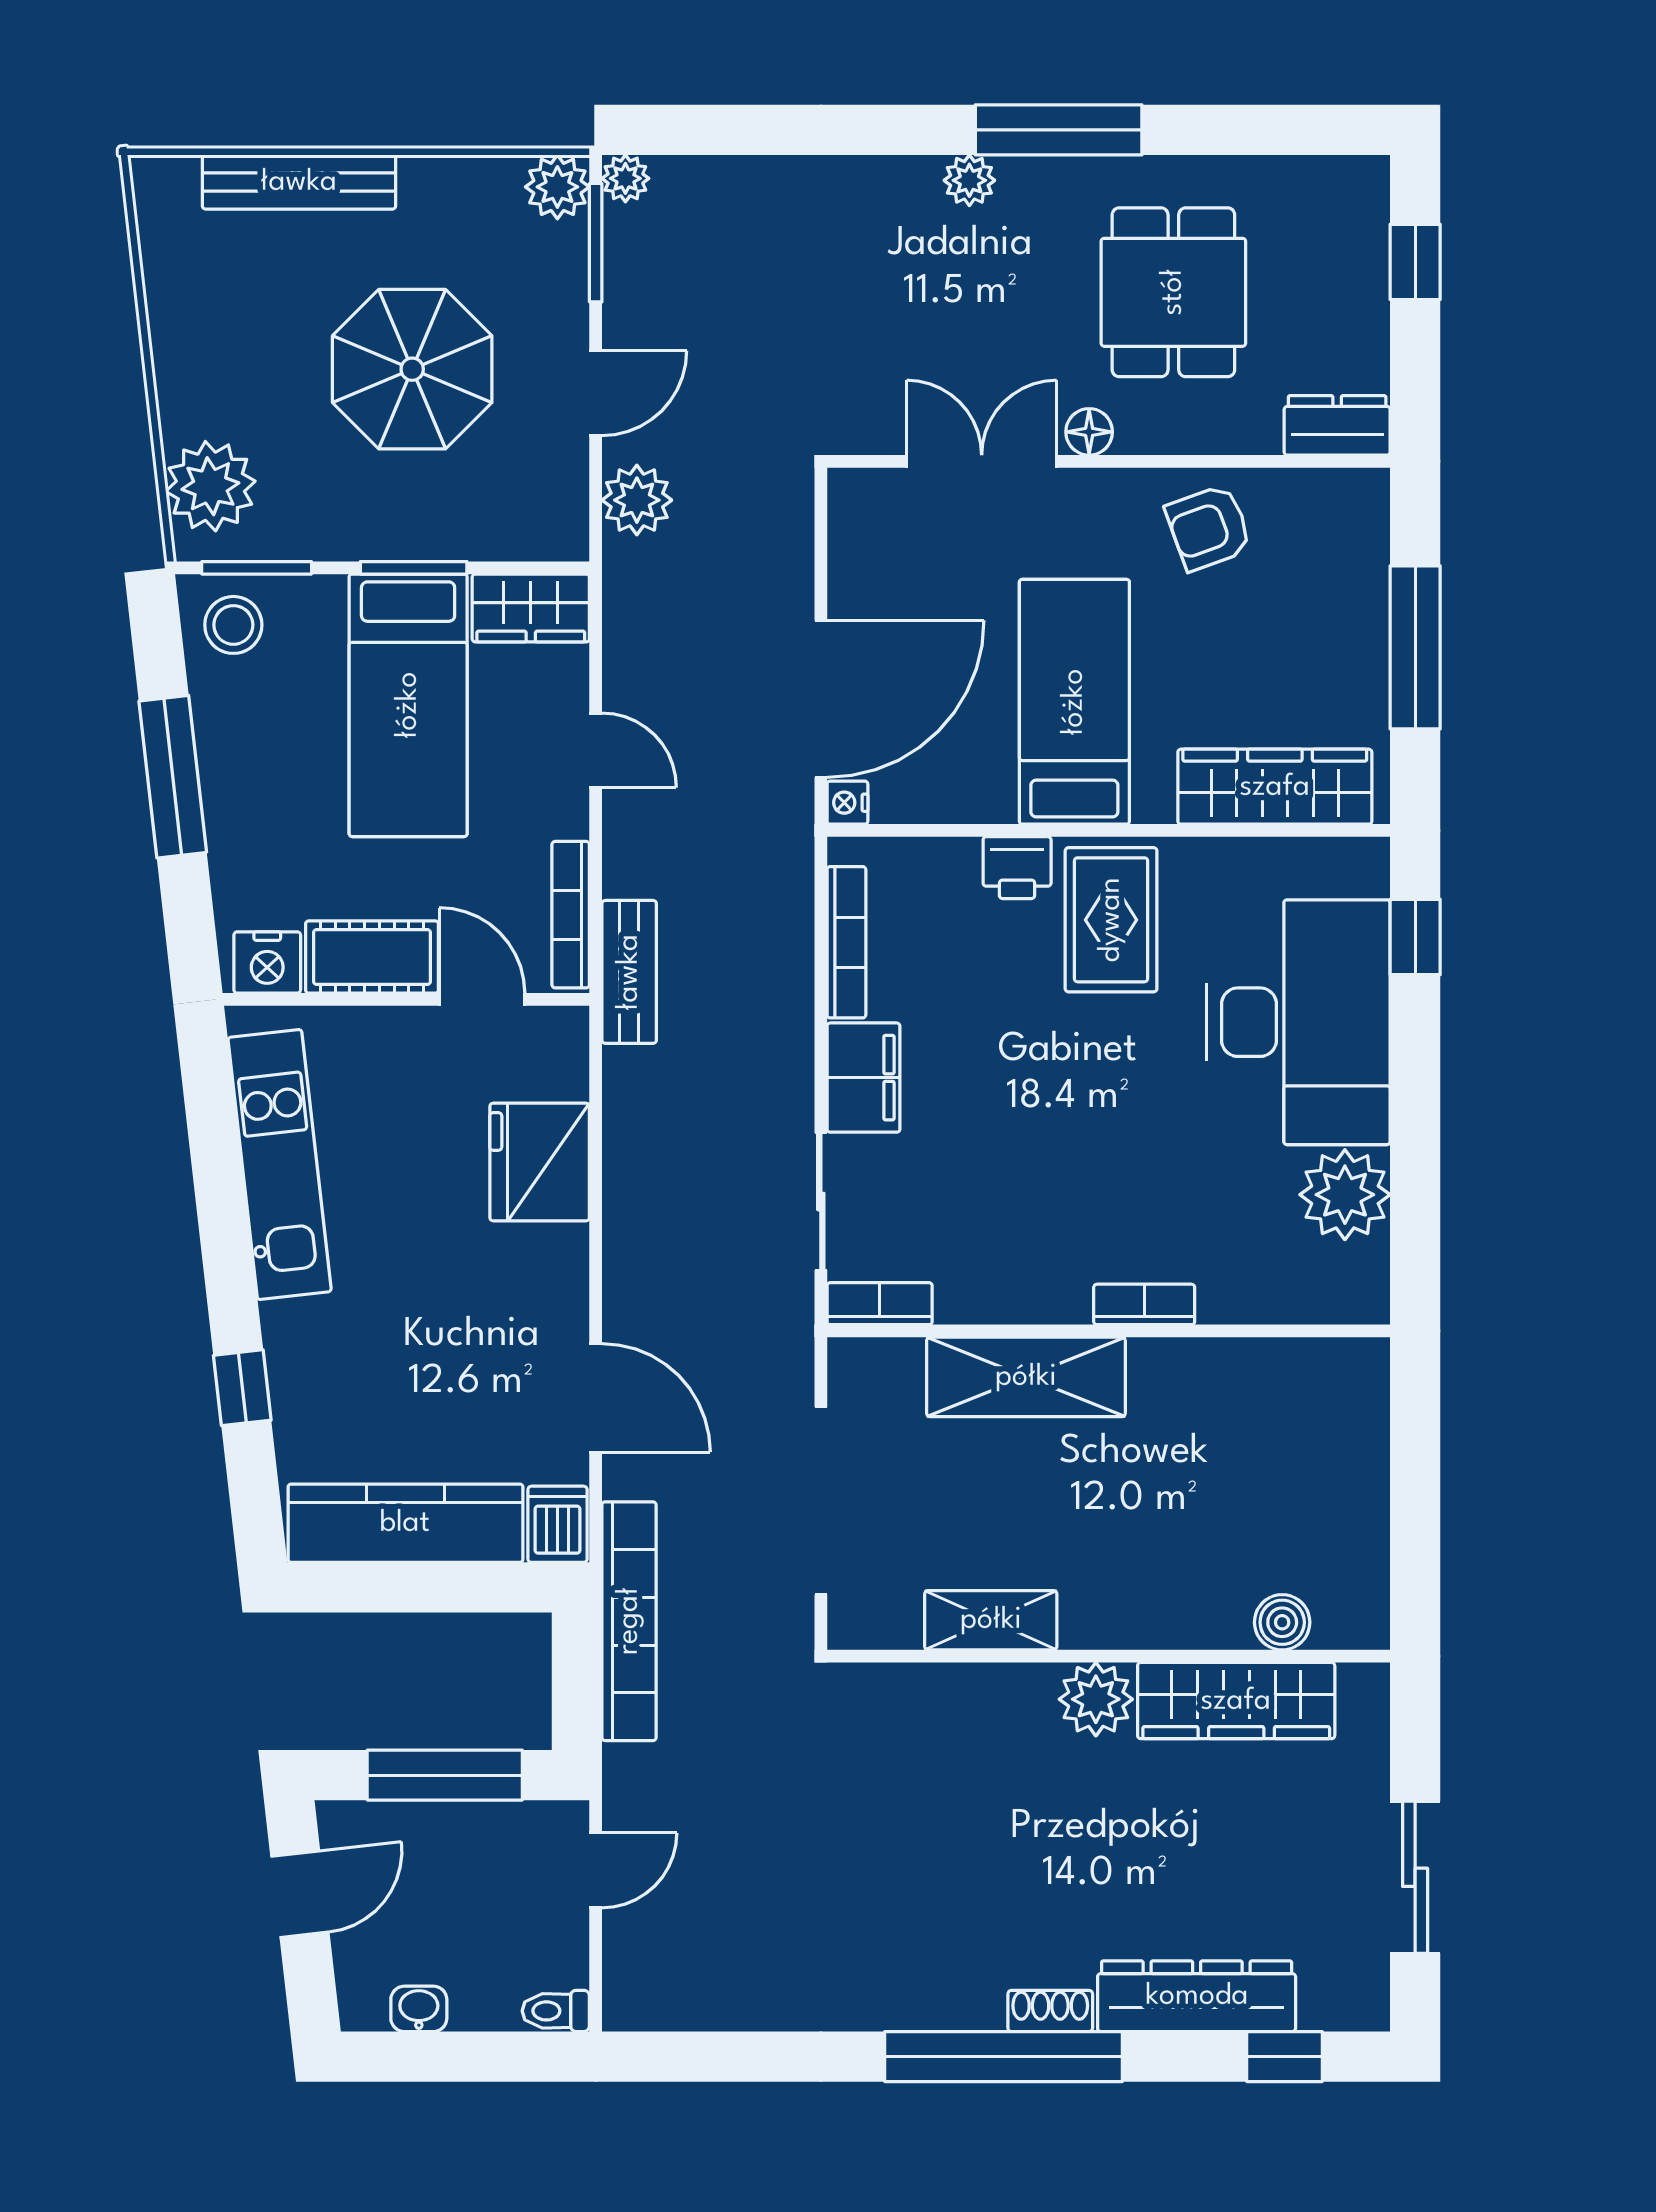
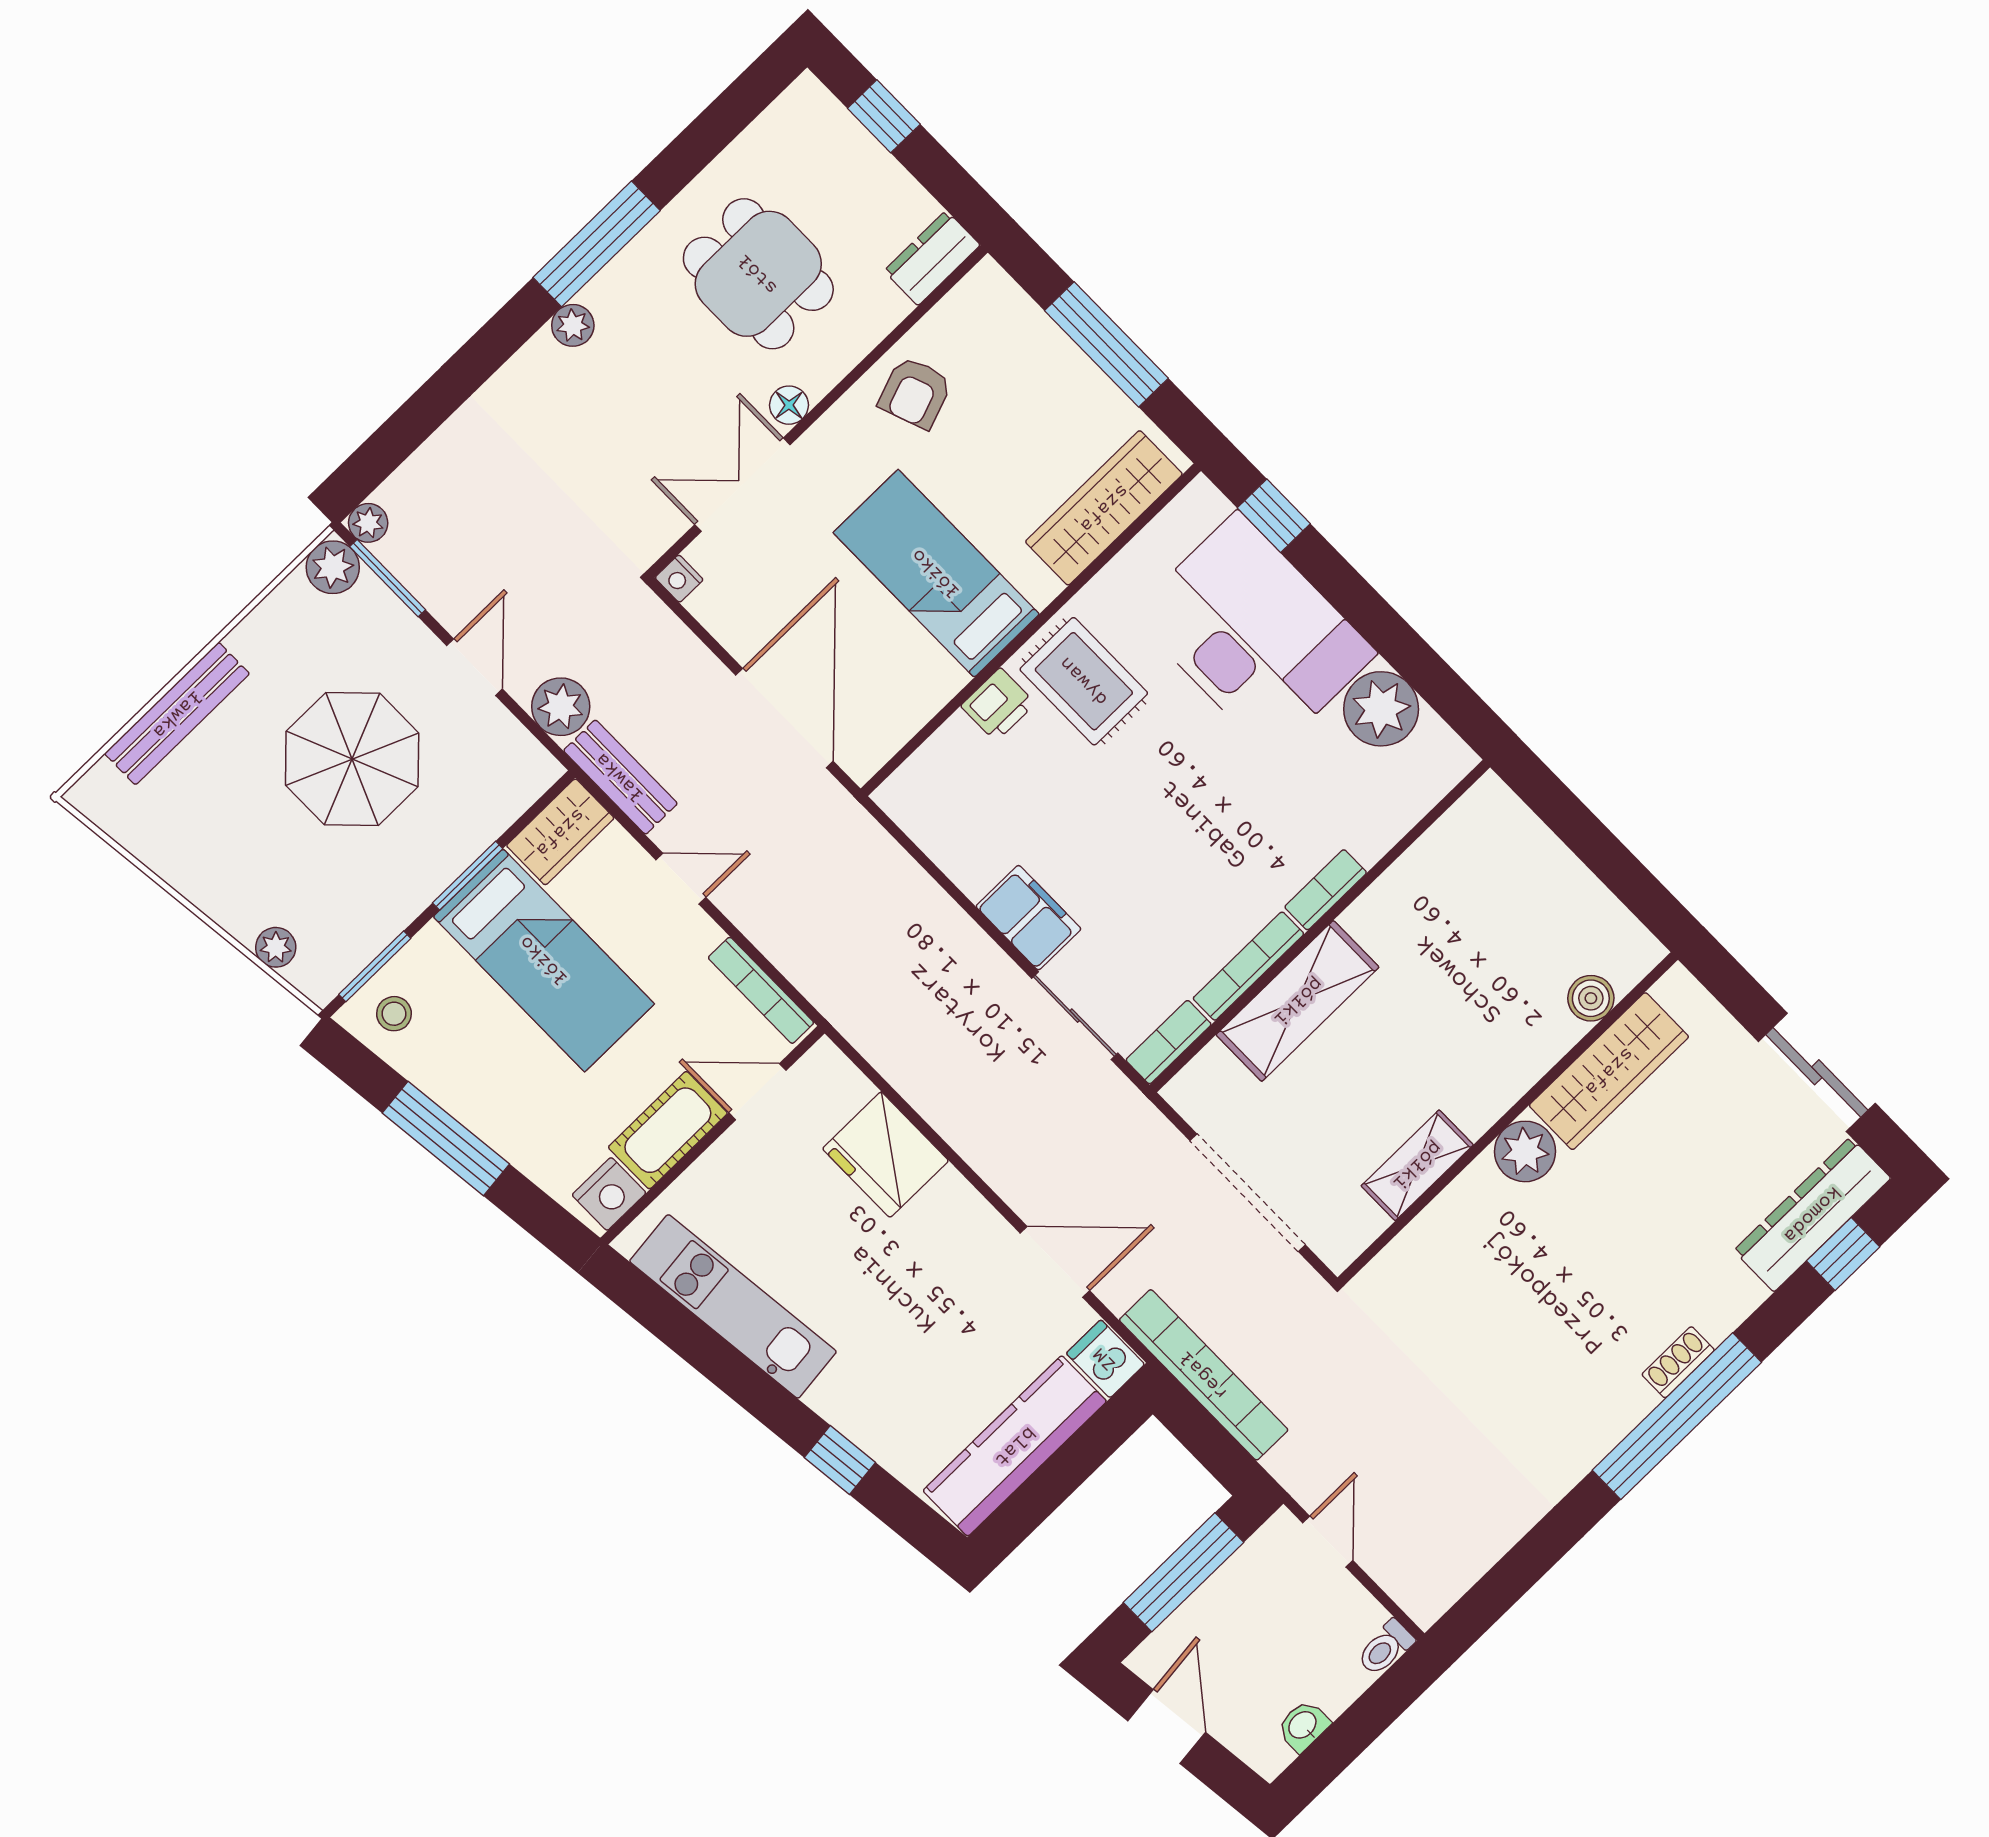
plant: (210, 486) -> (276, 947), width x0.53, depth x0.53
stool: (233, 625) -> (394, 1014), width x0.73, depth x0.73
nightstand: (847, 803) -> (679, 579), moved
bookcase: (846, 942) -> (1248, 966), moved, turned -90
bench: (629, 972) -> (620, 777), moved
dresser: (1197, 1996) -> (1812, 1214), moved

